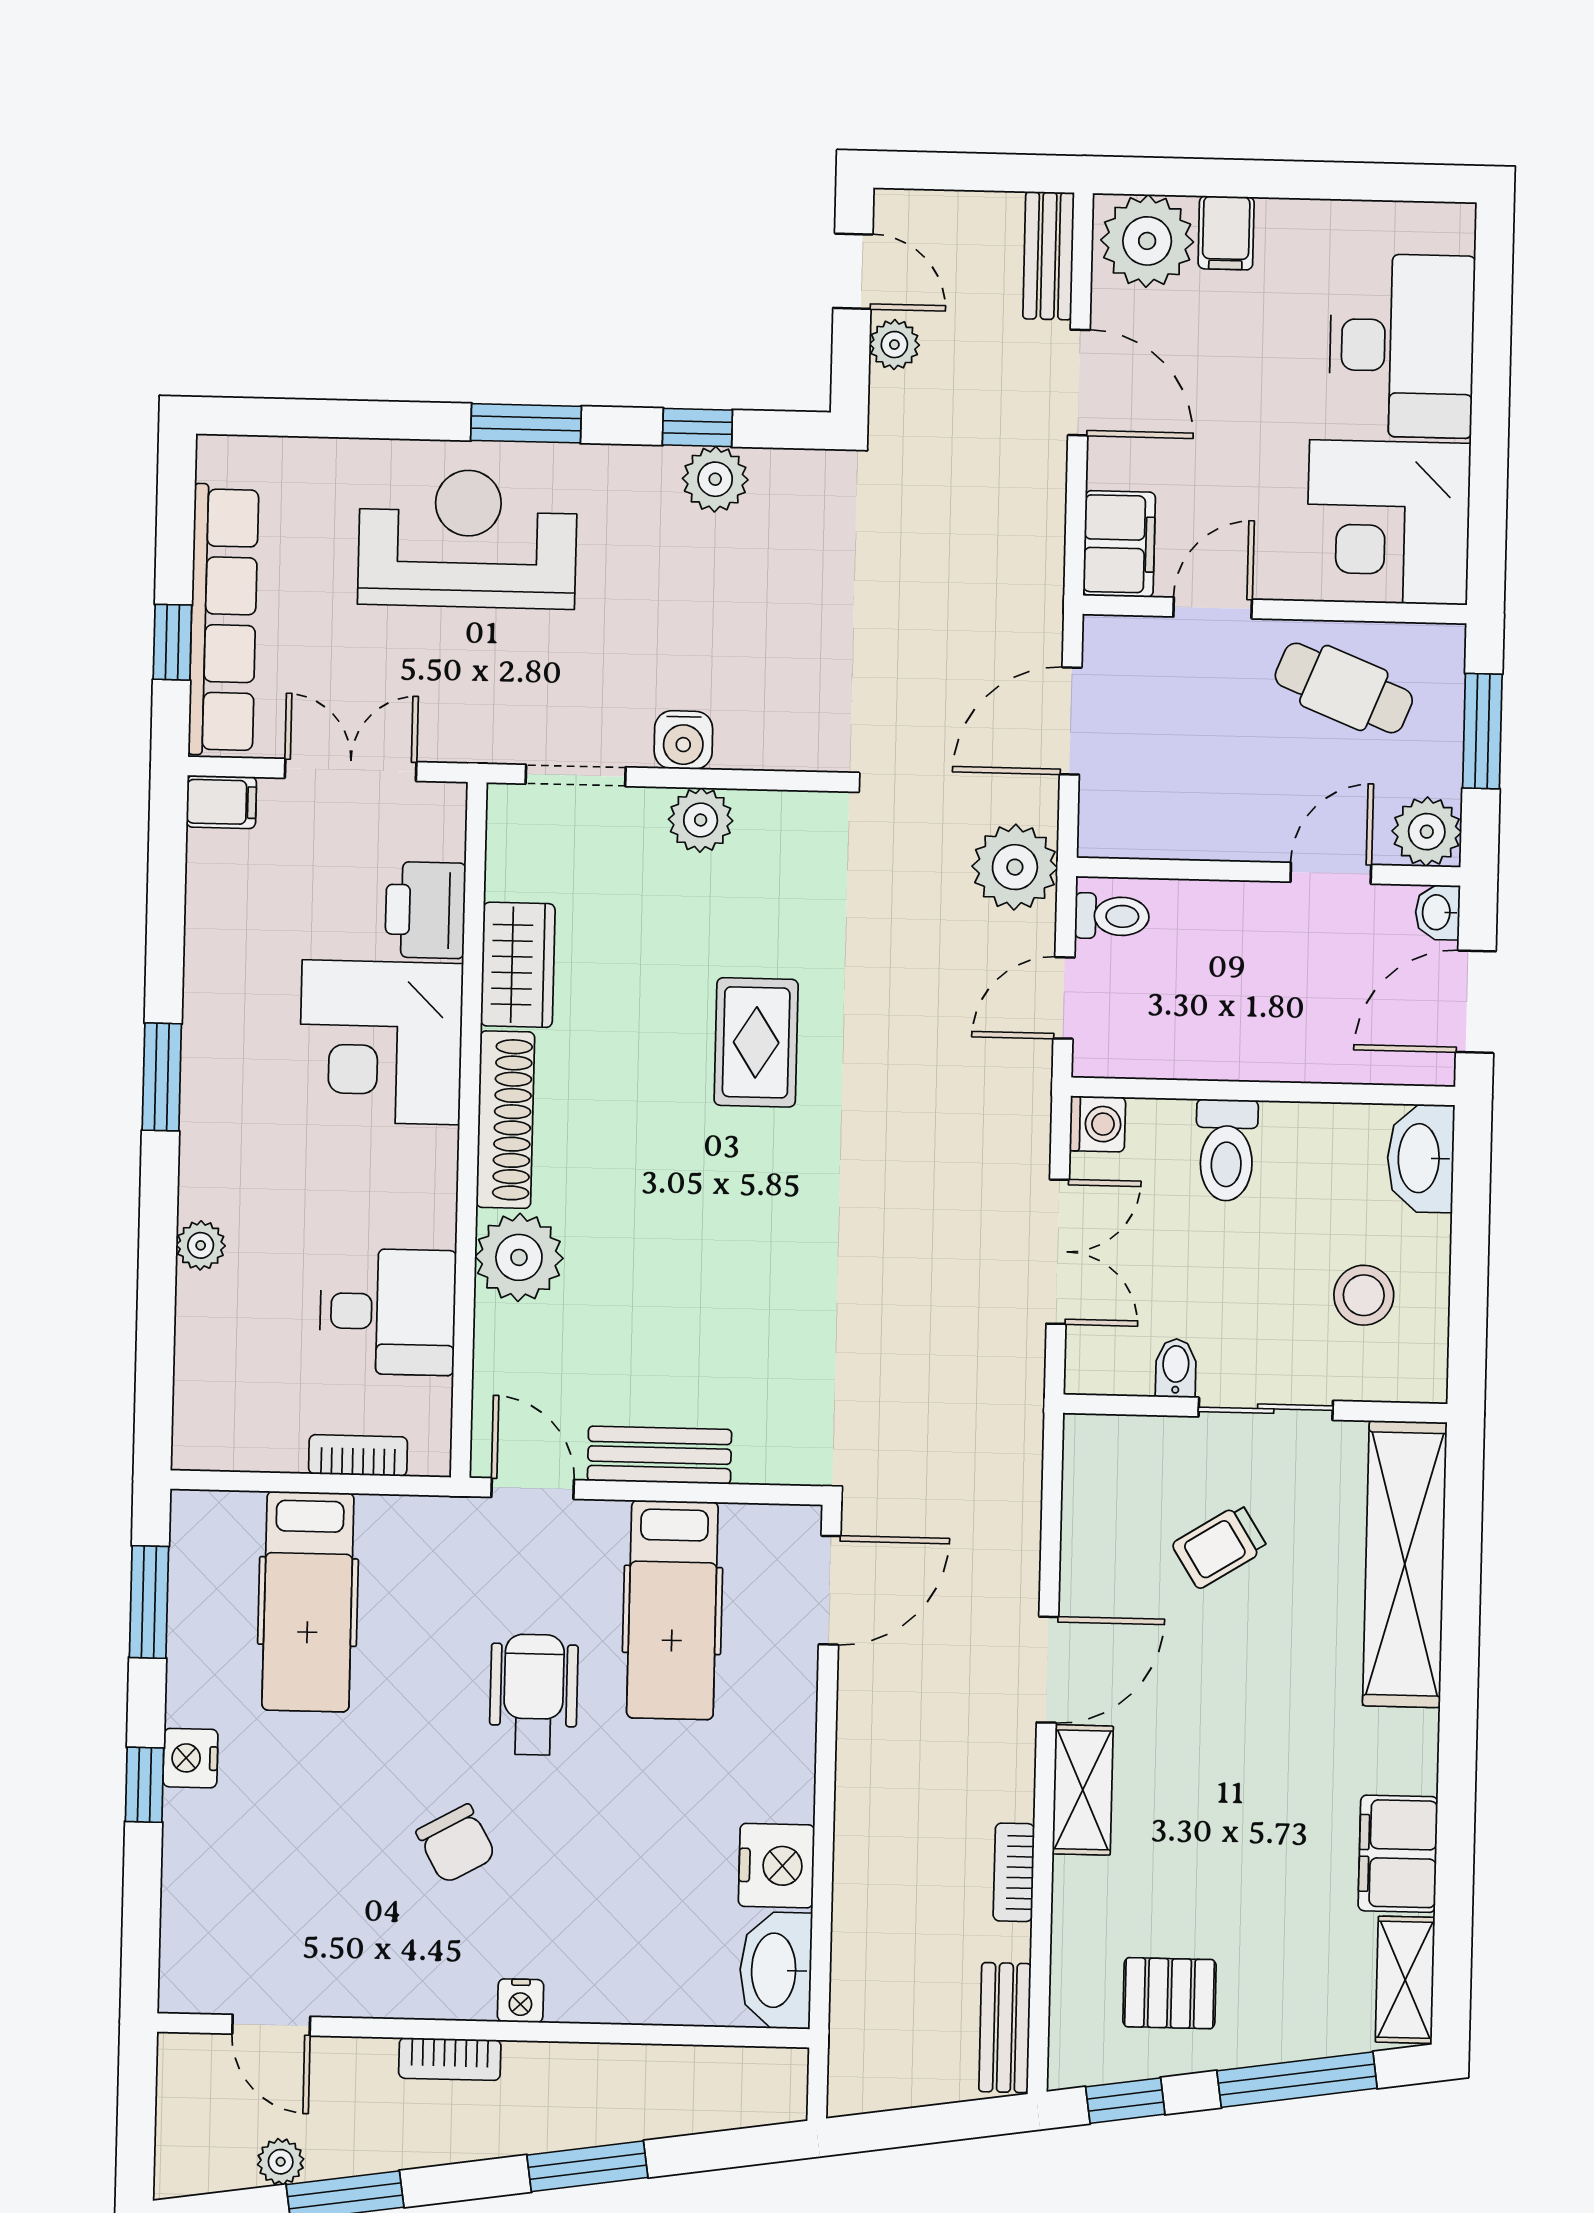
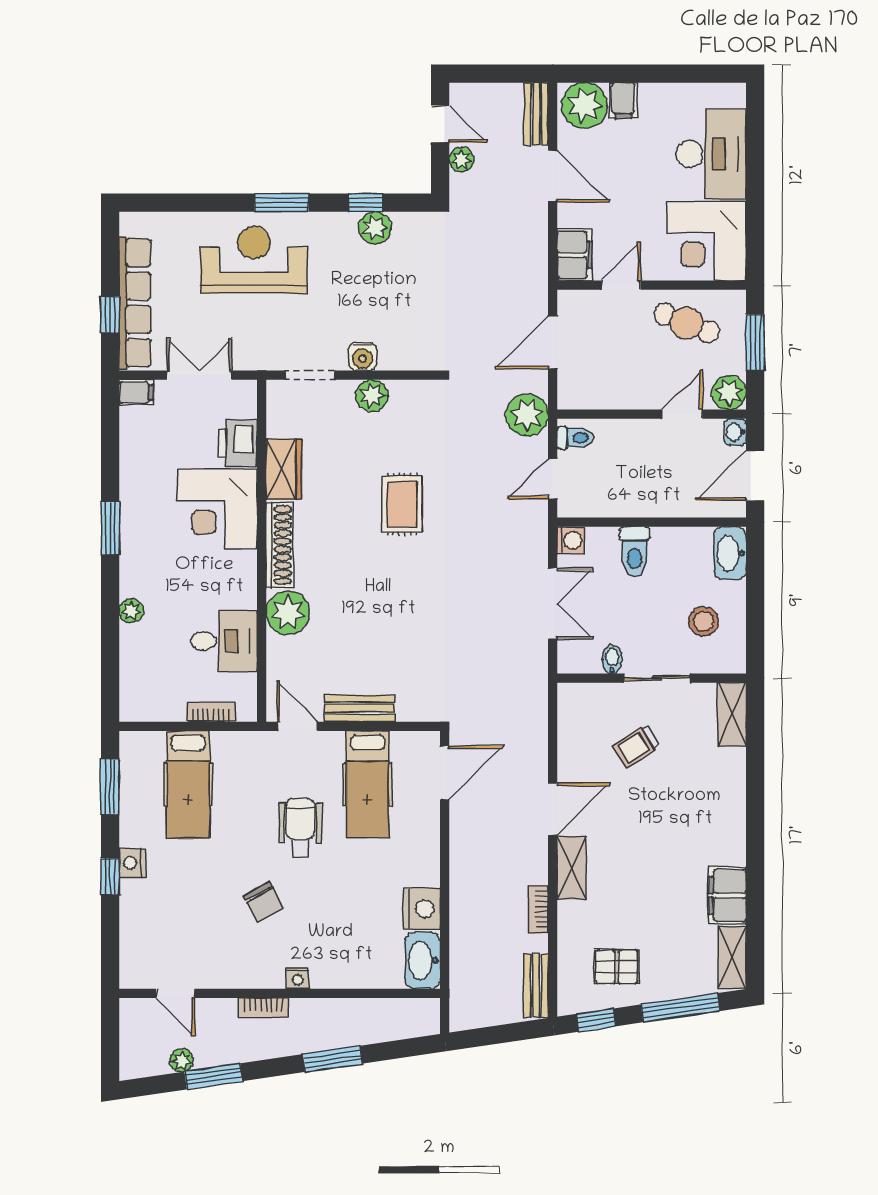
shelving: (1405, 1564) -> (732, 715), width x0.45, depth x0.75

